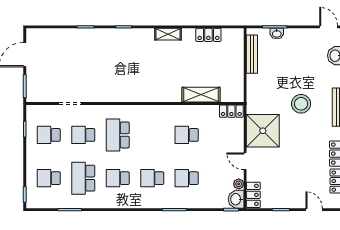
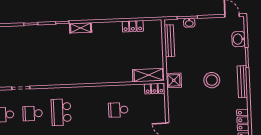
shelving: (168, 34) -> (81, 28), moved
shelving: (201, 95) -> (148, 75), moved
shower: (263, 131) -> (174, 80), moved, width x0.54, depth x0.54

